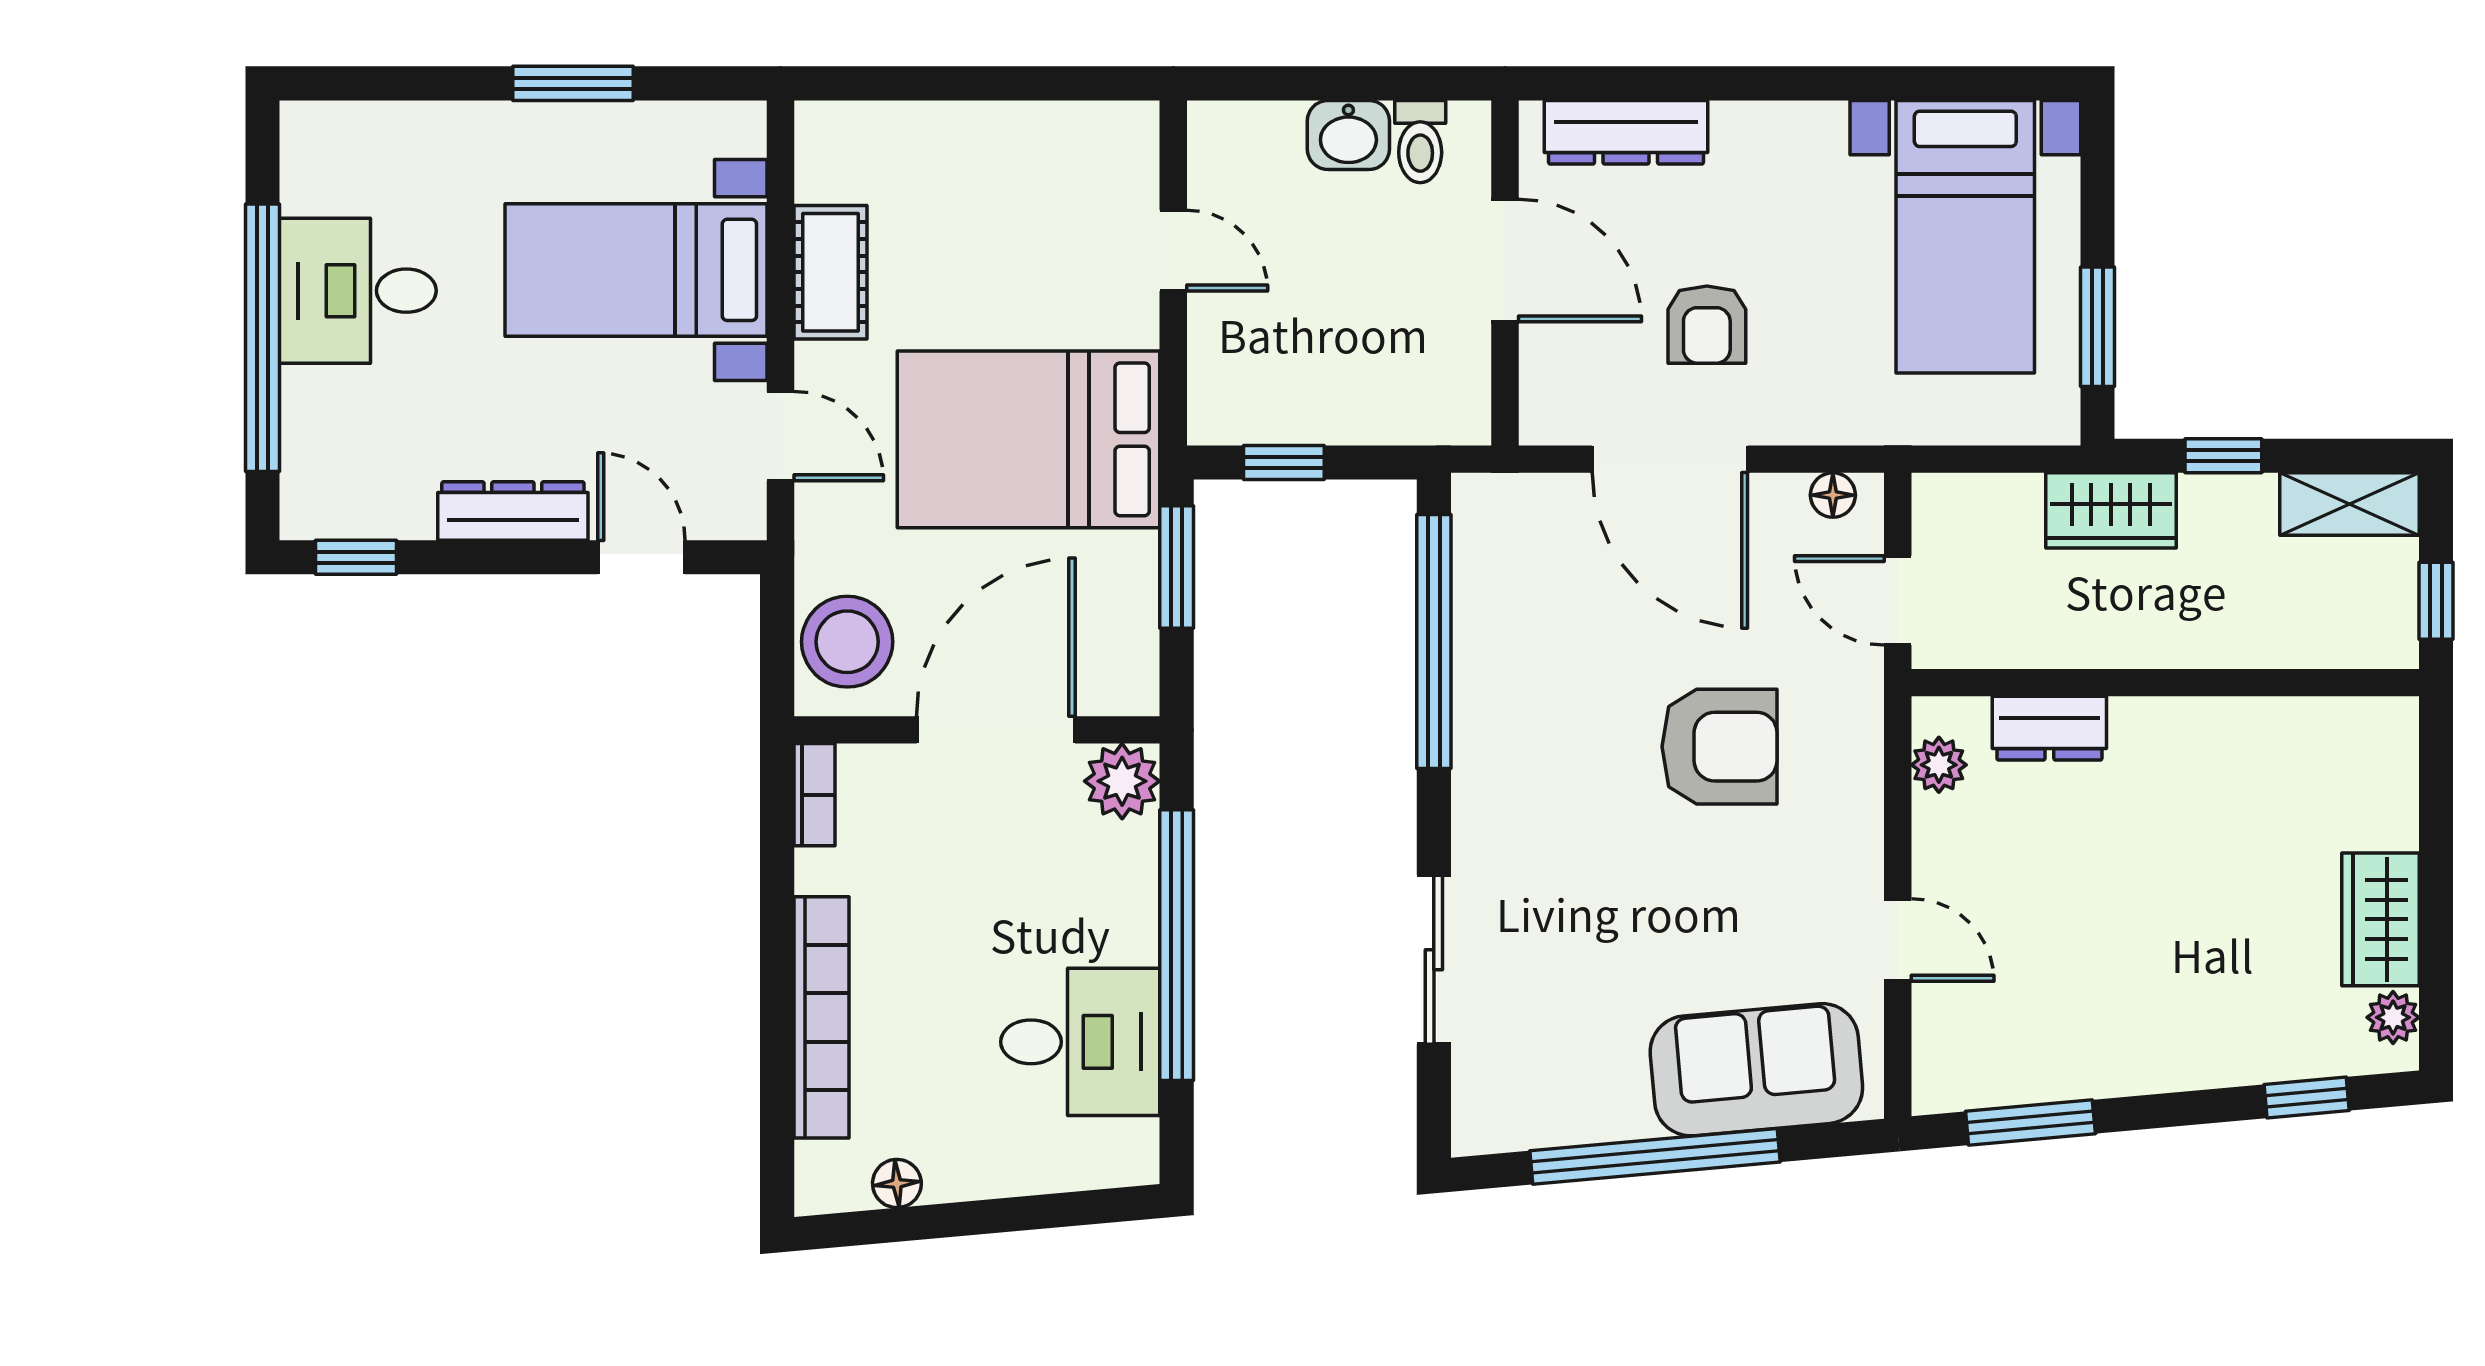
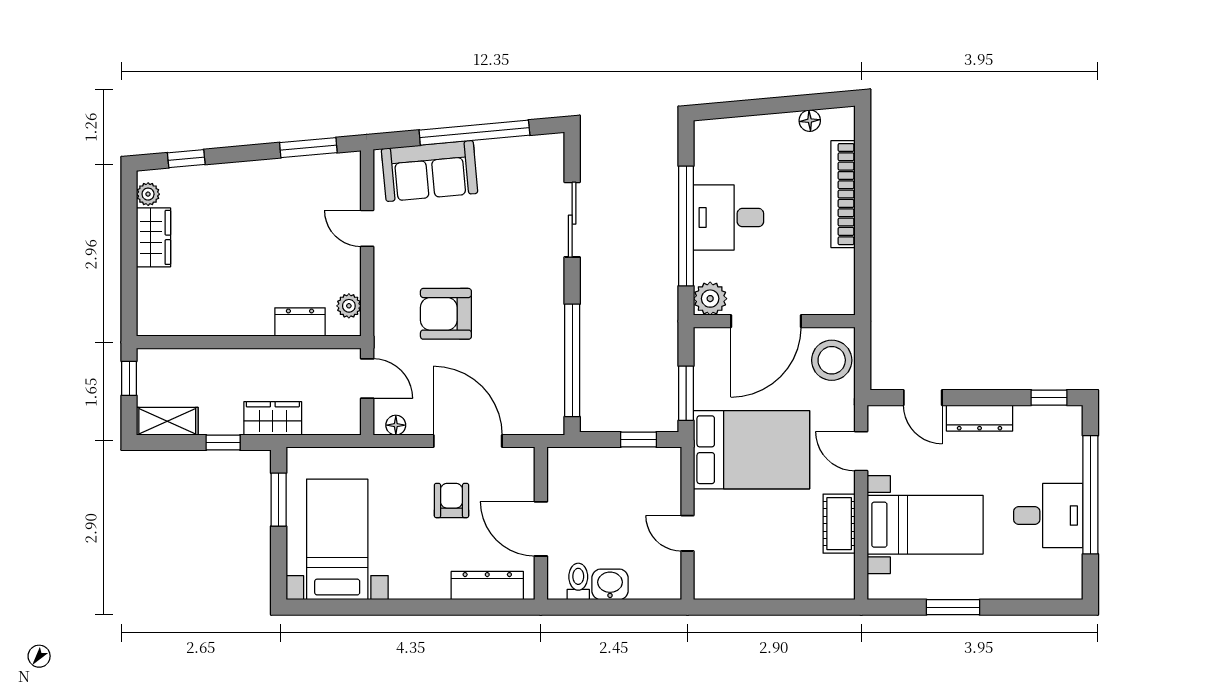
bookcase: (815, 795) -> (846, 293), removed
desk: (1080, 1042) -> (729, 218), moved

